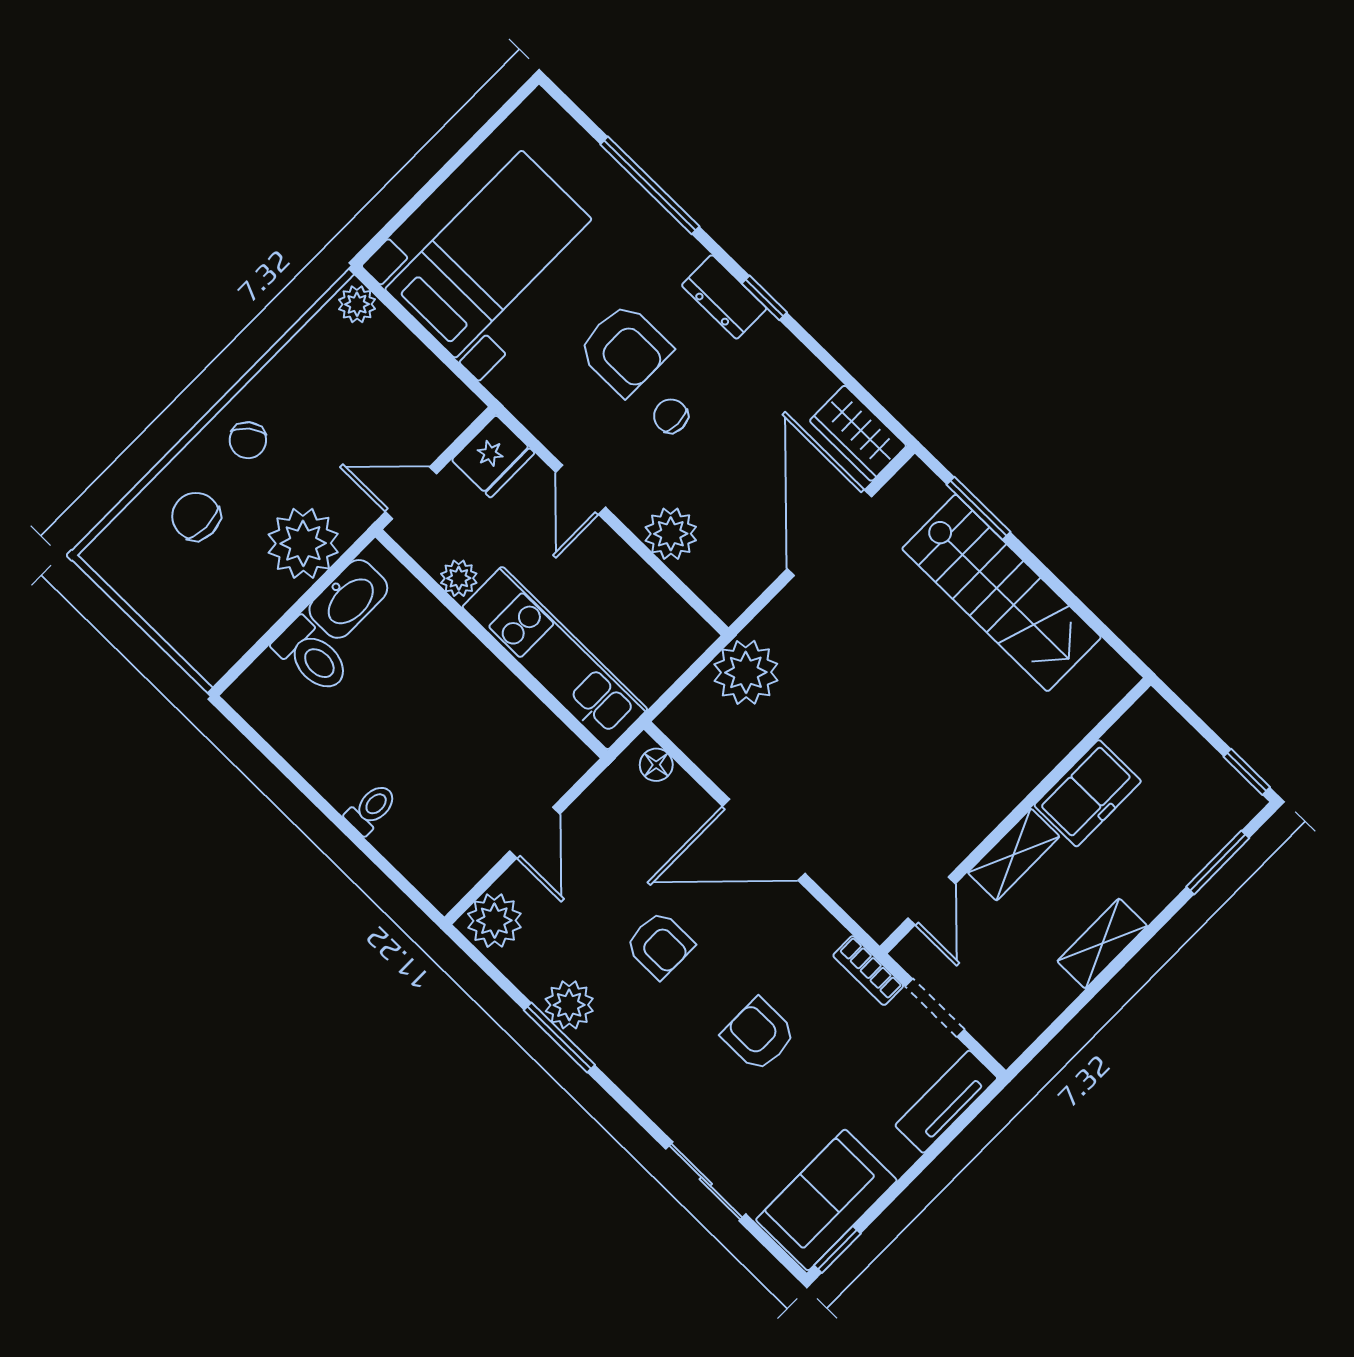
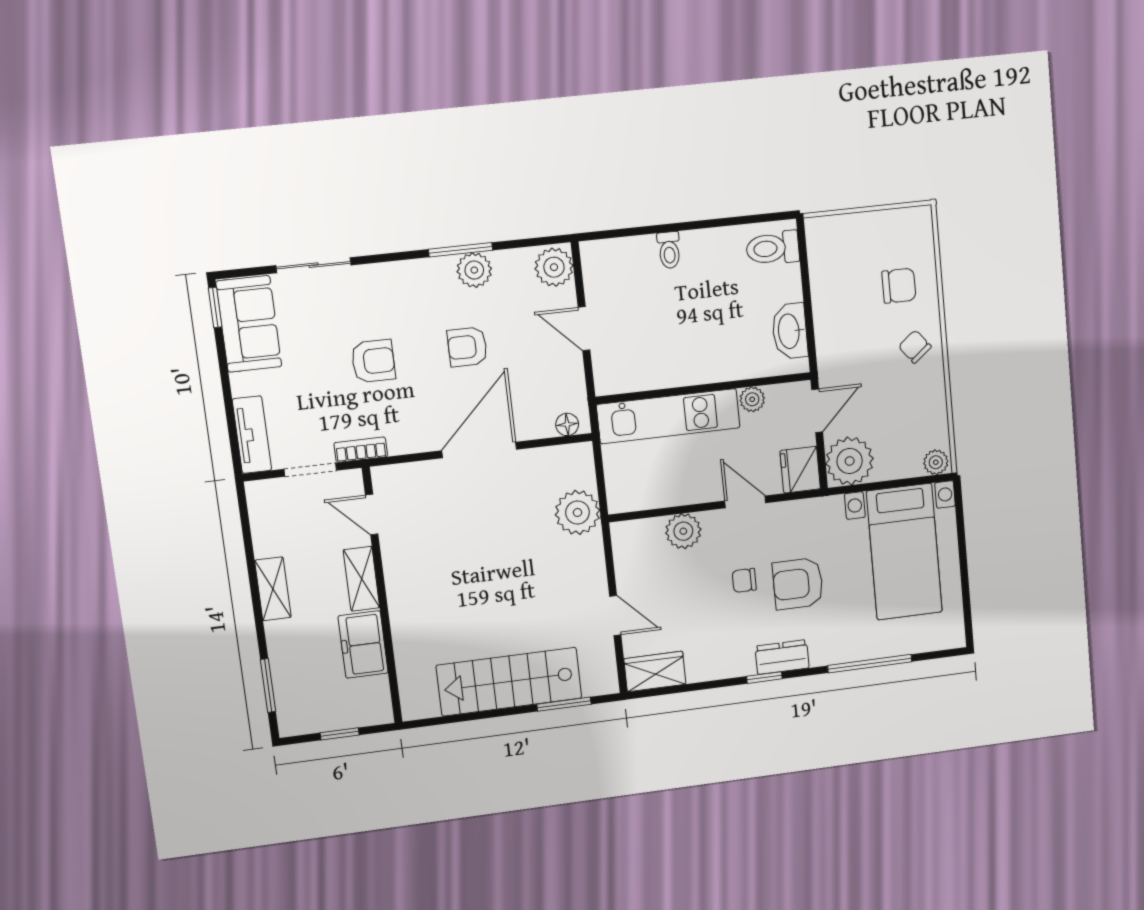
chair: (671, 416) -> (744, 580), turned 180
door: (829, 533) -> (615, 616), width x0.53
plant: (303, 543) -> (850, 461), moved
toilet: (312, 656) -> (773, 248), moved
window: (1247, 772) -> (340, 734), moved

